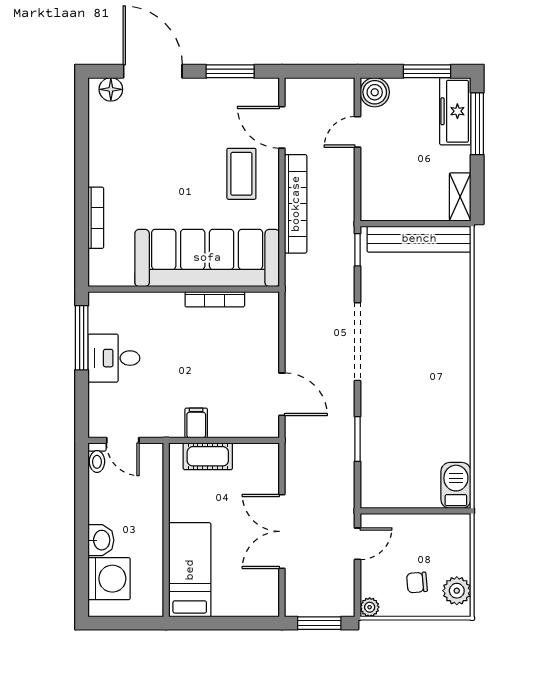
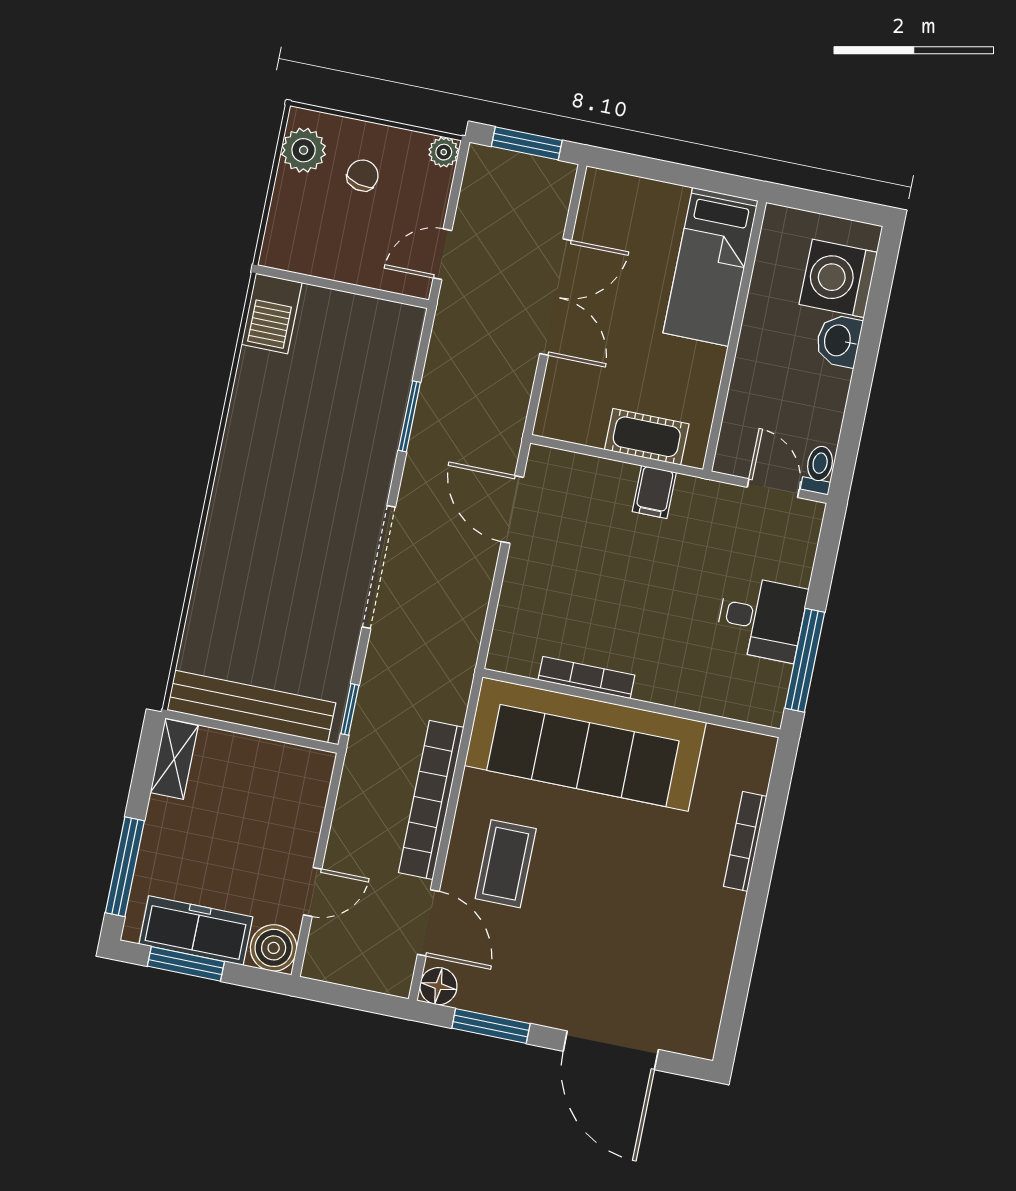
floor lamp: (111, 89) -> (438, 986), moved
freezer: (455, 111) -> (196, 931), moved, turned -90
chair: (417, 582) -> (363, 175), turned -71

